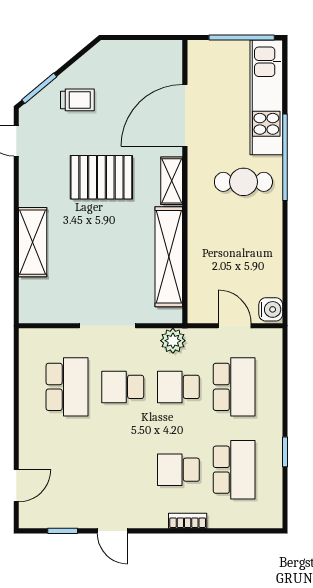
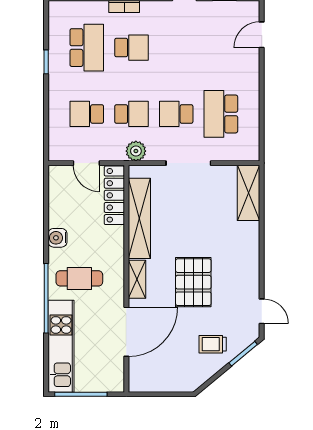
pallet: (101, 177) -> (193, 282), turned 90
shelving: (33, 242) -> (248, 193), moved
locker: (200, 285) -> (114, 195), added
water cooler: (271, 309) -> (57, 238), moved
school desk: (123, 387) -> (176, 114), turned 180
school desk: (234, 387) -> (87, 114), width x0.54
school desk: (234, 470) -> (87, 48), turned 180

